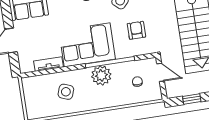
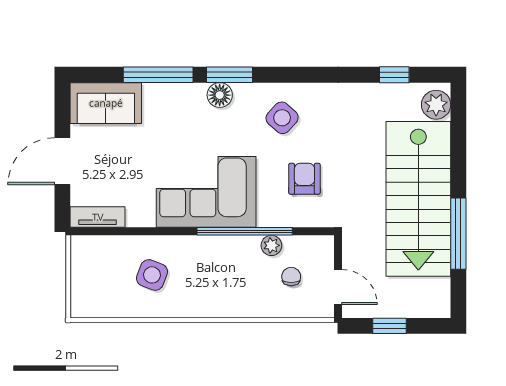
tv unit: (48, 64) -> (98, 217), moved
door: (161, 72) -> (338, 287), moved
plant: (101, 75) -> (271, 245), moved, width x0.53, depth x0.53

